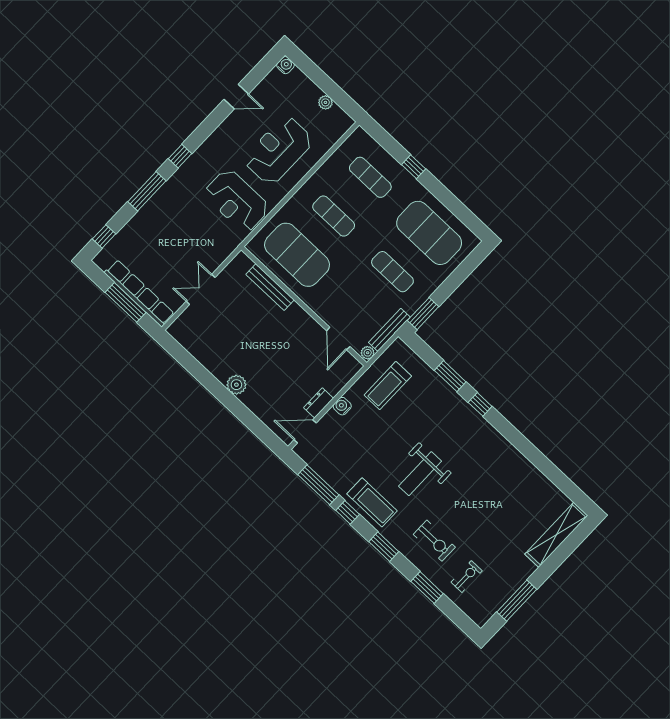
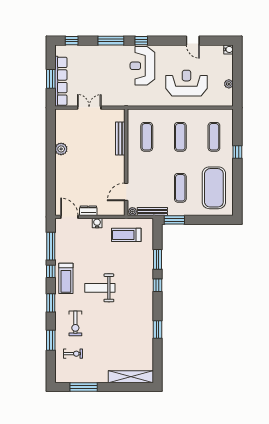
reception desk: (237, 201) -> (142, 66), moved
exercise mat: (297, 255) -> (147, 137), width x0.50, depth x0.69
window: (126, 302) -> (51, 79), width x0.69
plant: (236, 385) -> (61, 149), moved
window: (531, 453) -> (158, 329), added

